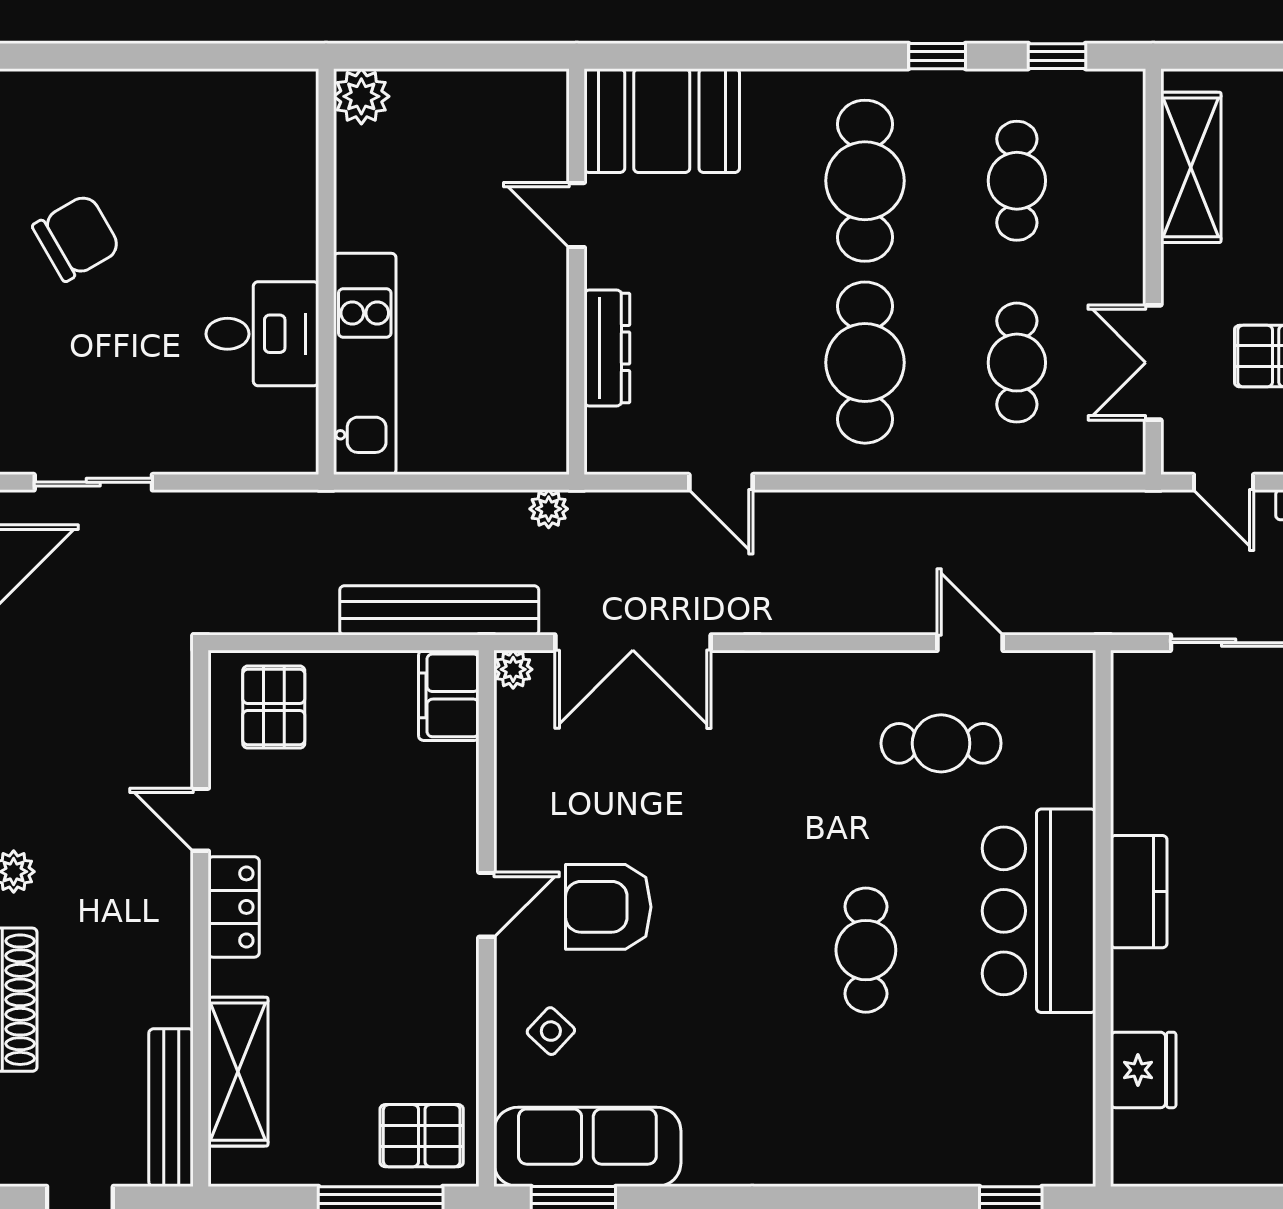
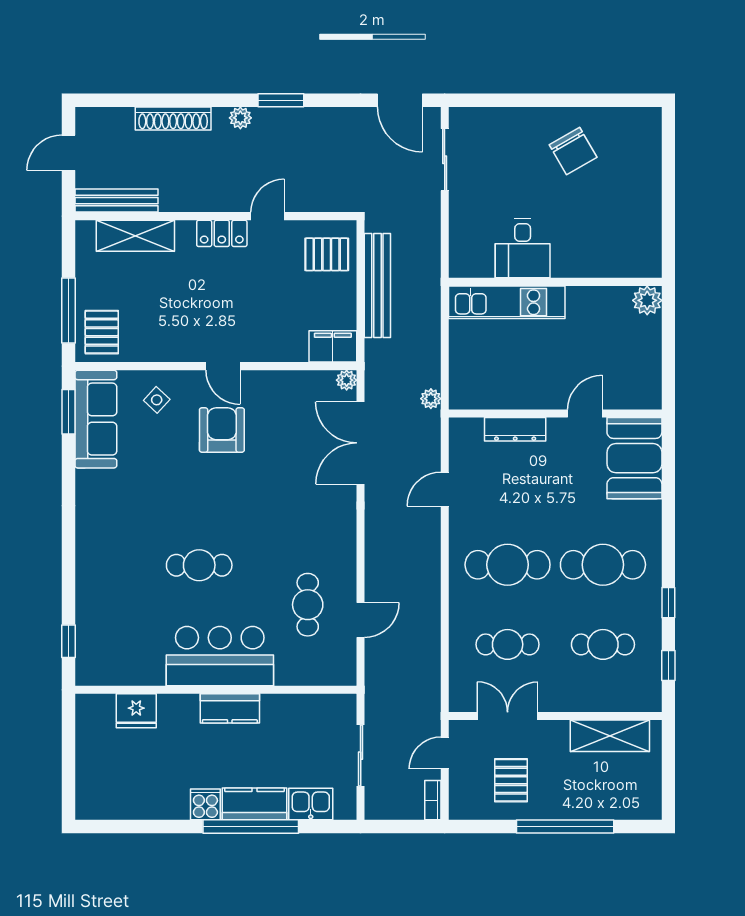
bench: (439, 610) -> (377, 285), moved

